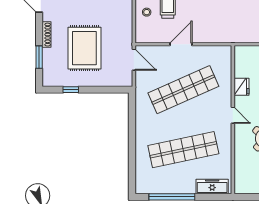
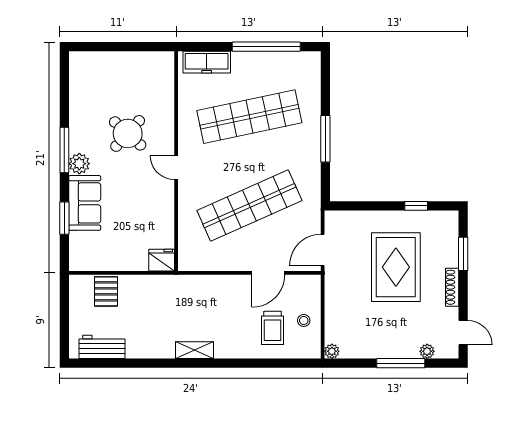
door: (181, 44) -> (268, 273), moved
door: (134, 60) -> (323, 250), hinge flipped
fridge: (241, 87) -> (162, 260), moved, turned 90
window: (132, 135) -> (325, 139), added

